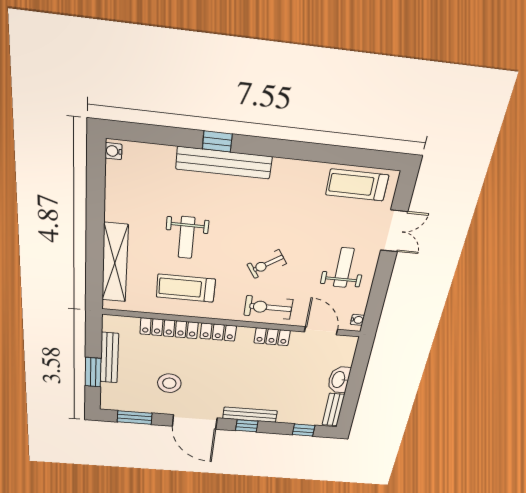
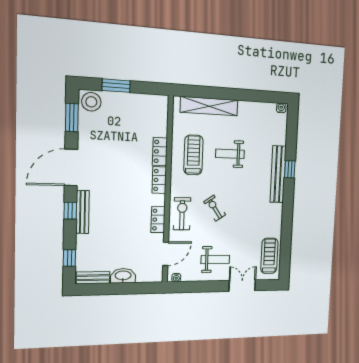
double door: (394, 231) -> (242, 286), swing flipped
locker: (169, 328) -> (160, 152), width x0.66
bench: (109, 358) -> (131, 99), removed
stool: (169, 383) -> (91, 102), moved

